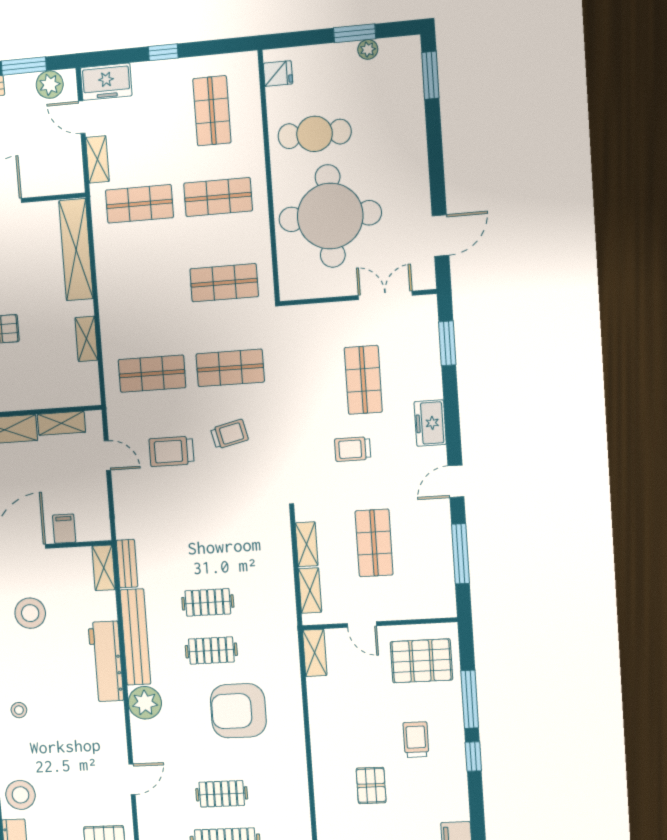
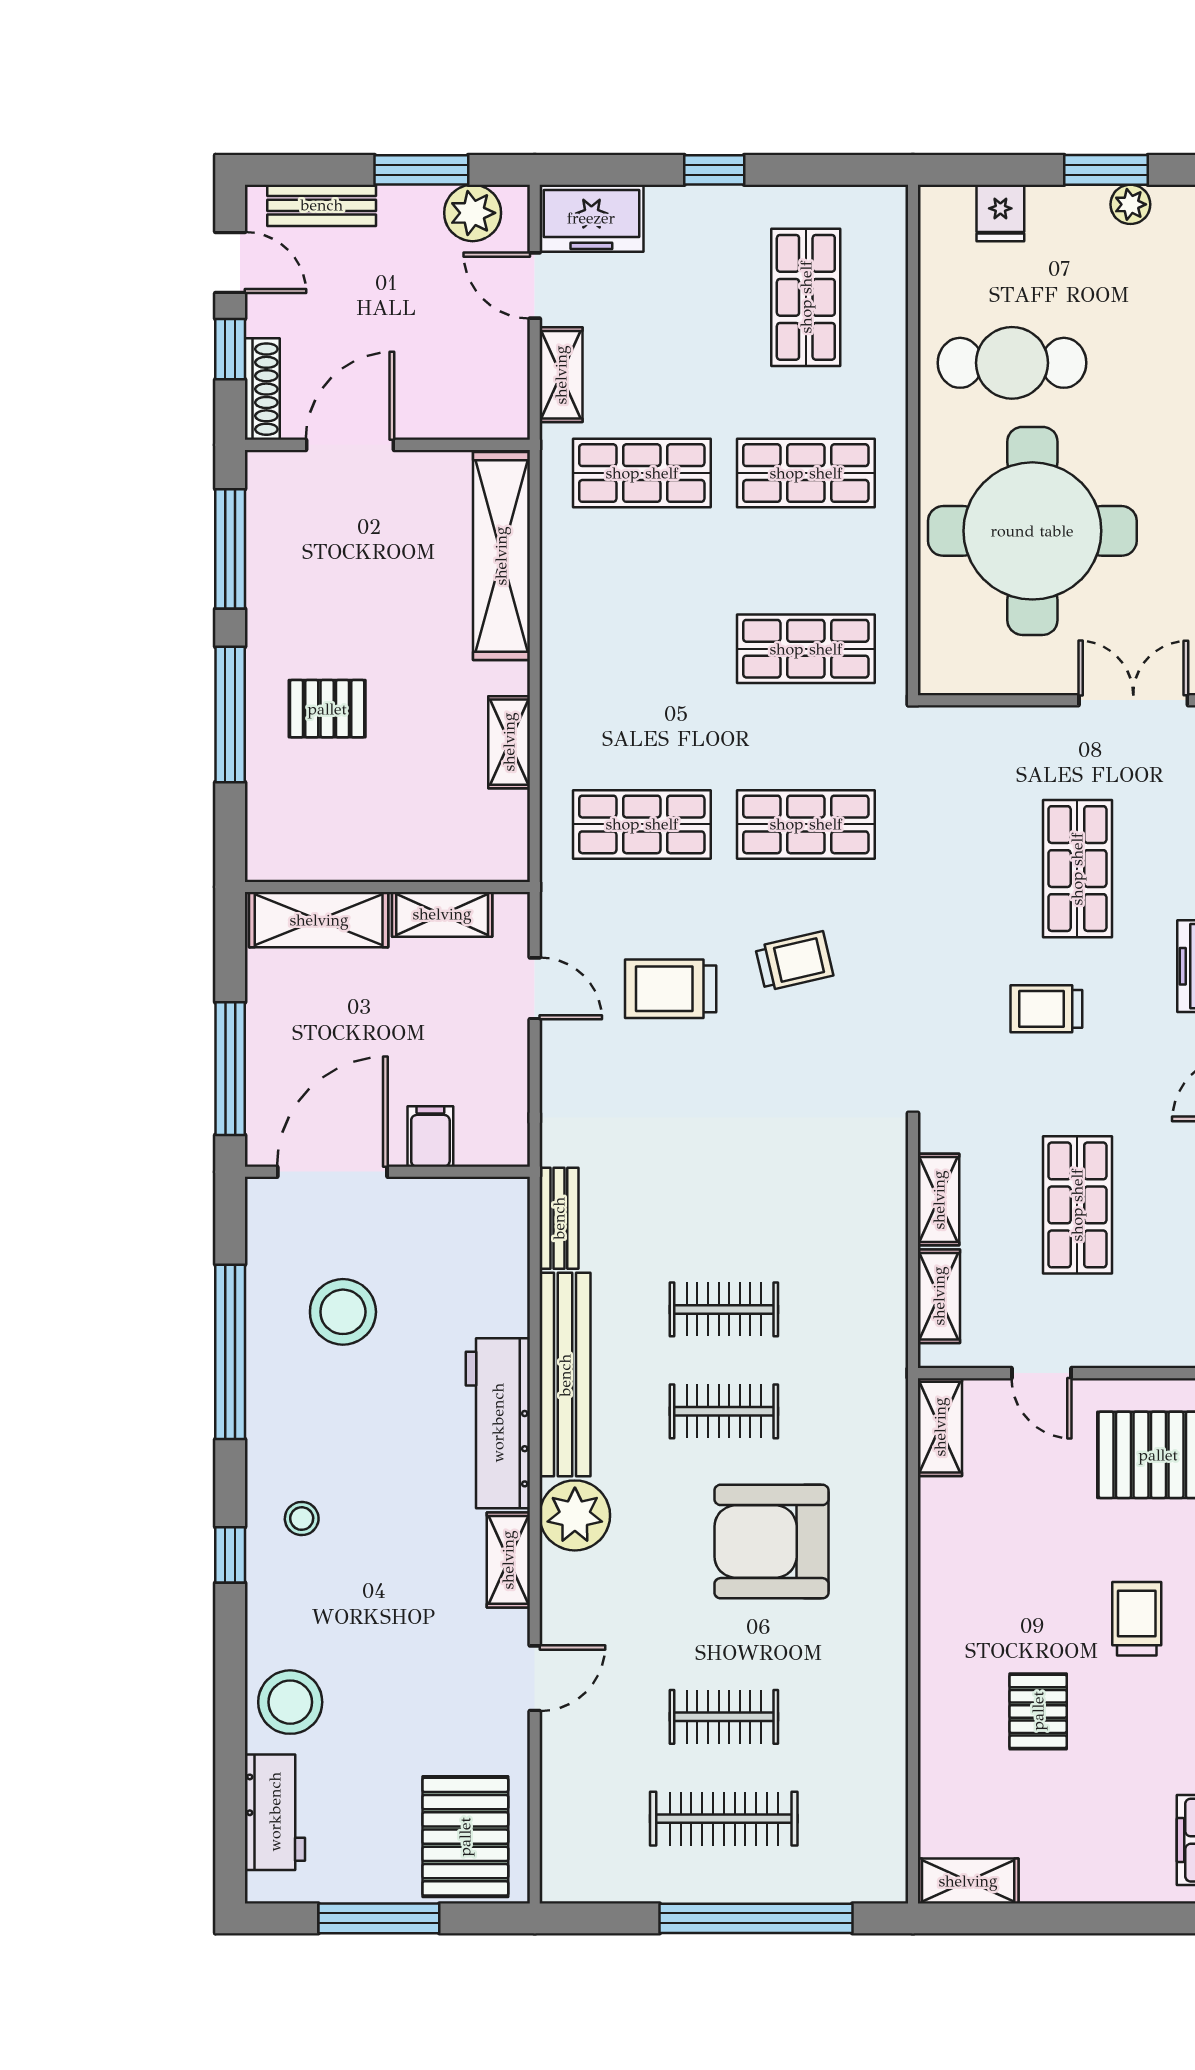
fridge: (278, 74) -> (1000, 213), moved, turned 90
shelving: (104, 568) -> (508, 1560), moved

